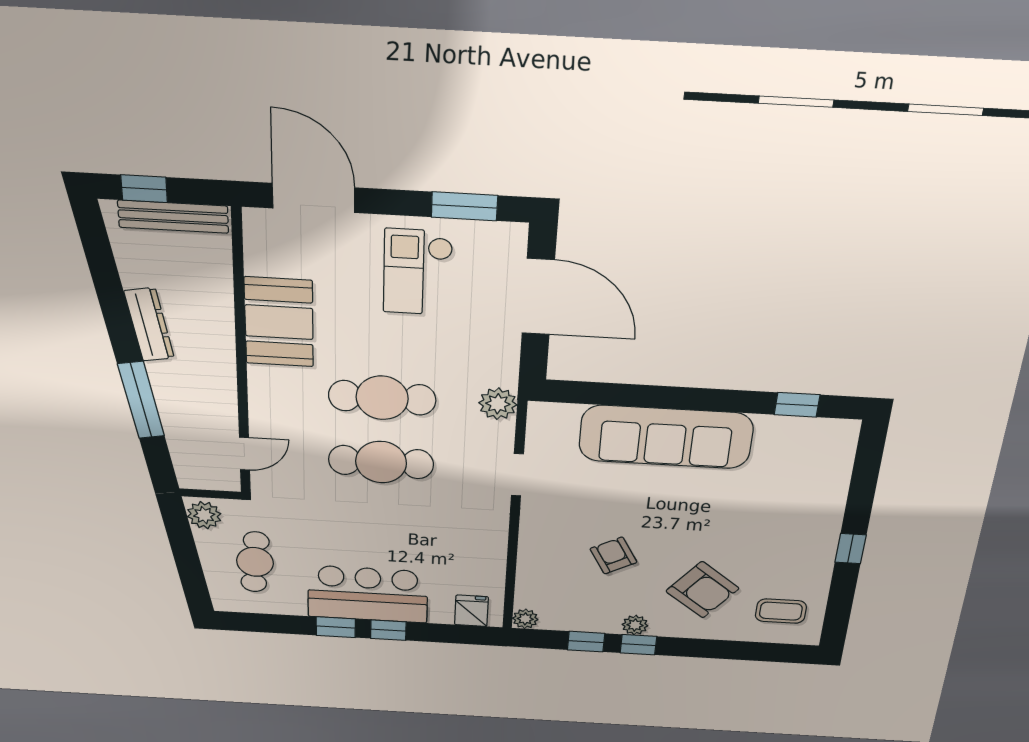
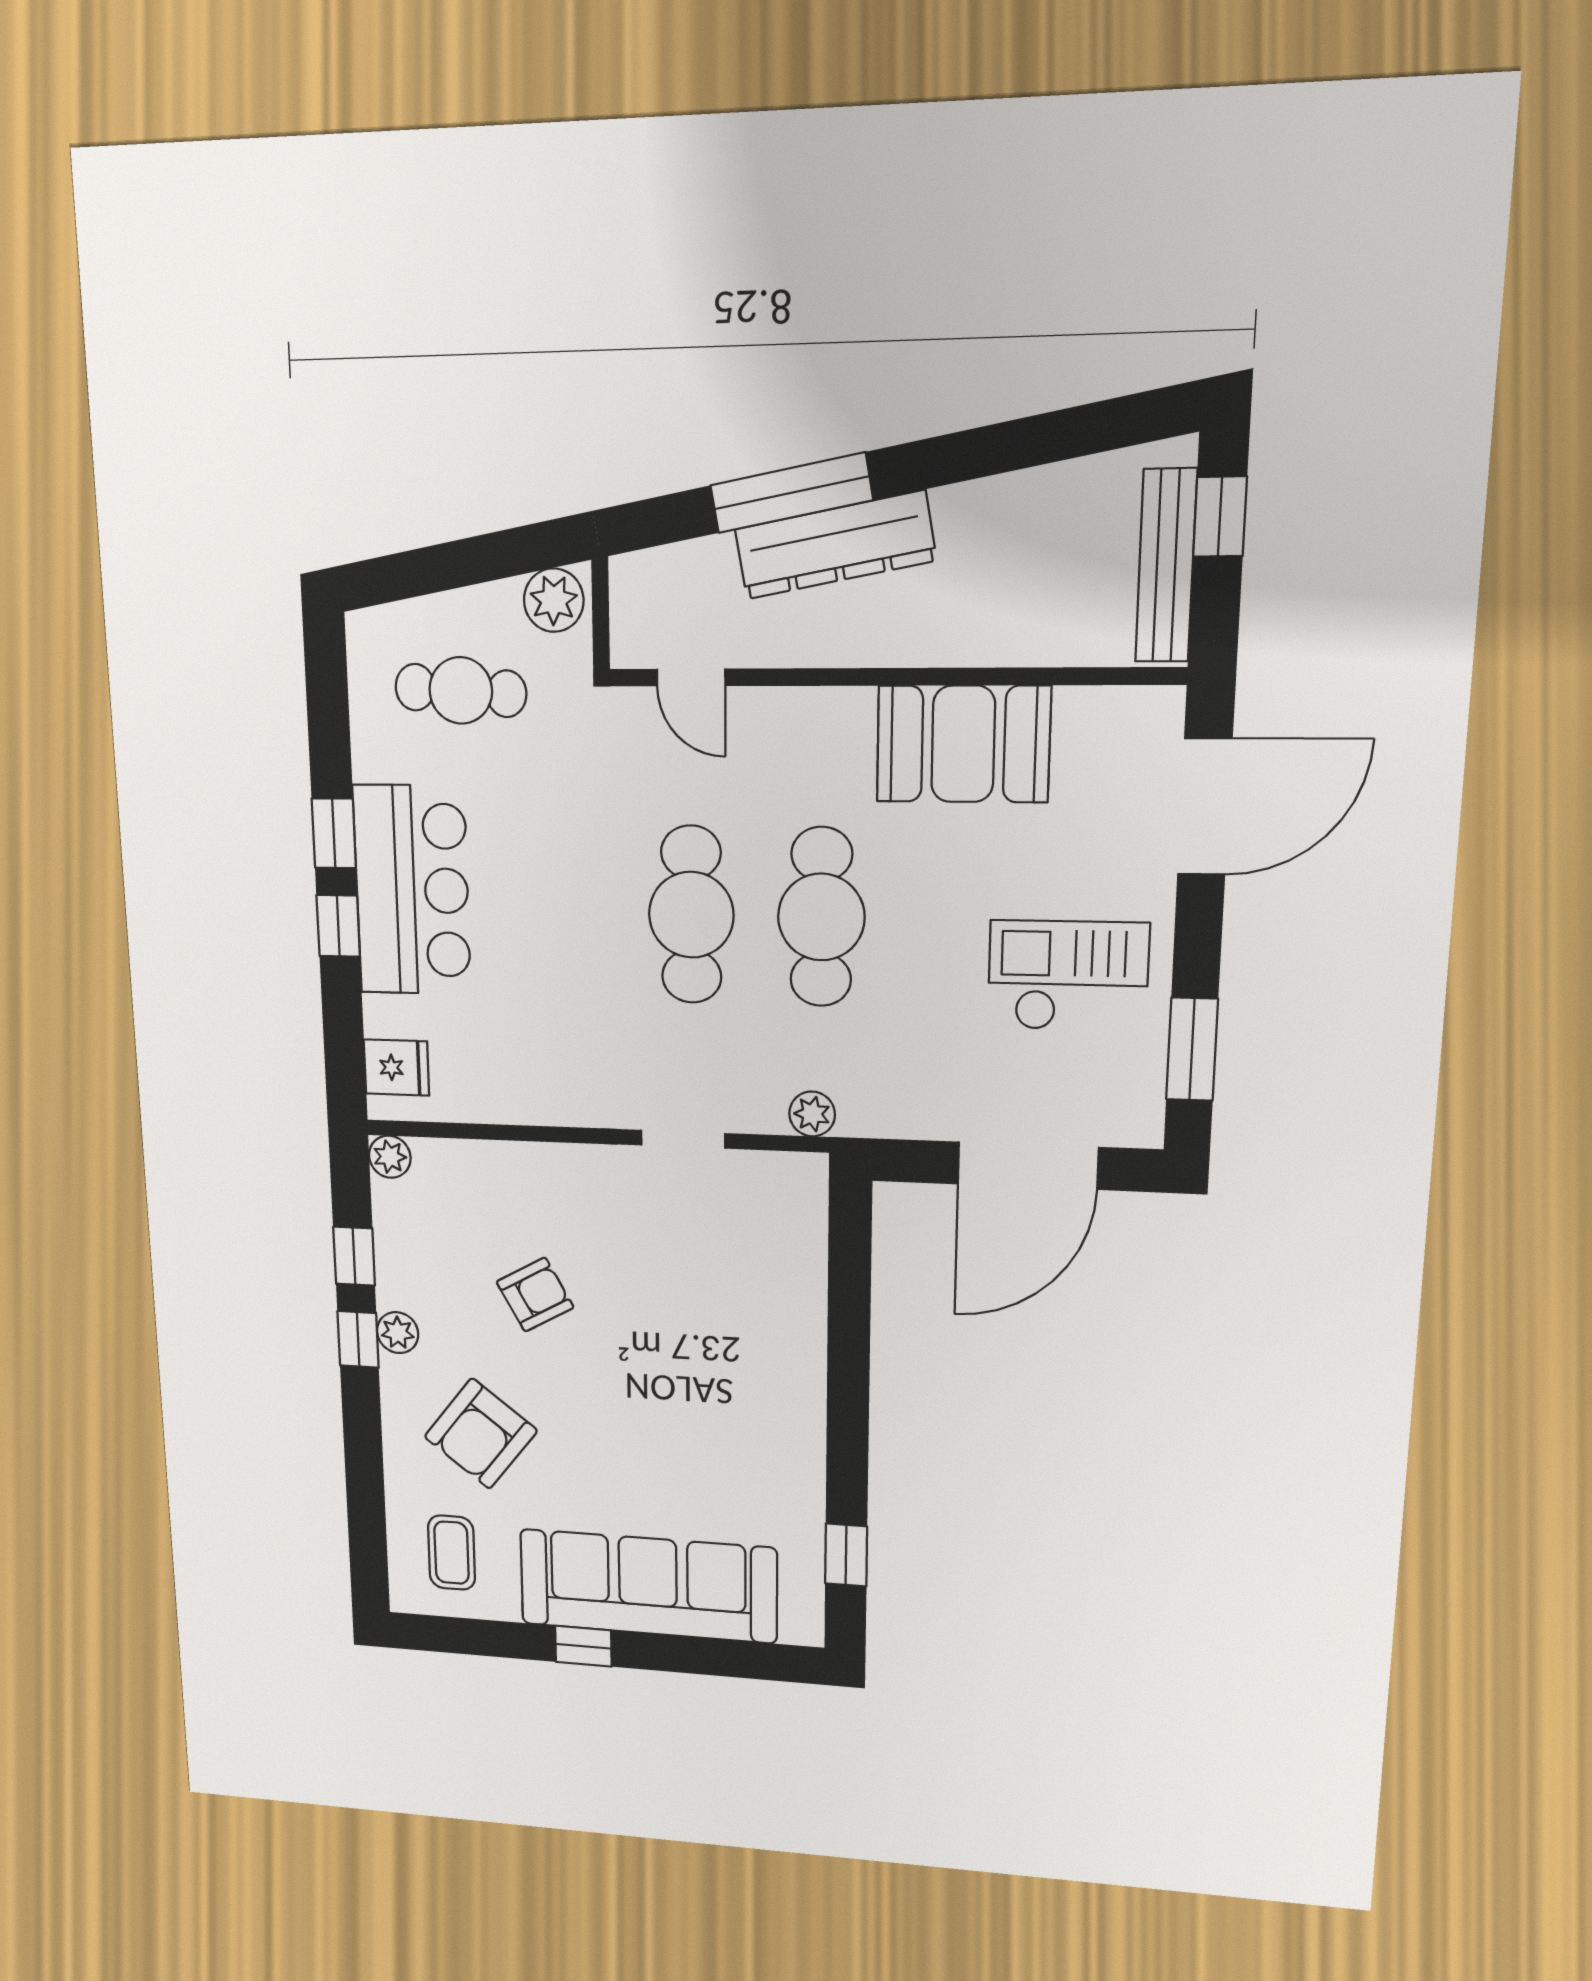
dresser: (149, 325) -> (835, 545), moved, width x1.37, depth x1.24
plant: (498, 404) -> (812, 1114), width x0.73, depth x0.73
sofa: (666, 437) -> (648, 1586), moved, turned 90

